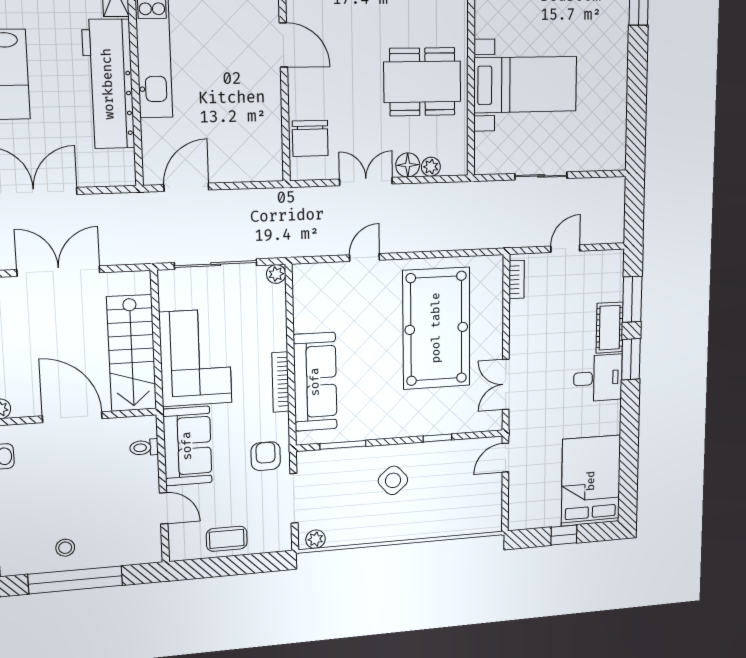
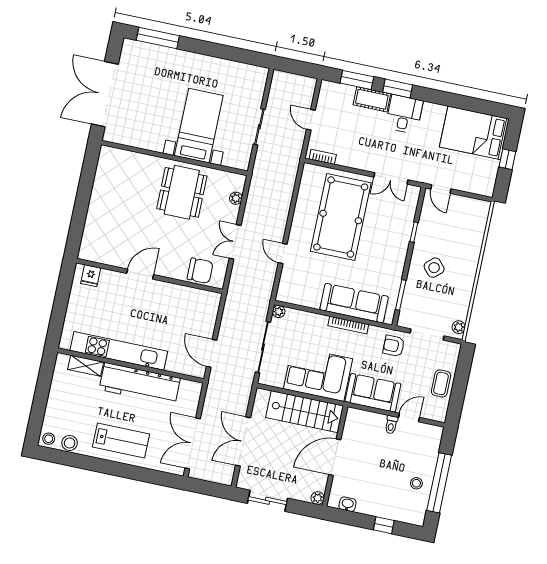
floor lamp: (408, 165) -> (231, 213), removed
pool table: (436, 328) -> (341, 217), turned 90
toilet: (144, 448) -> (391, 425), moved

